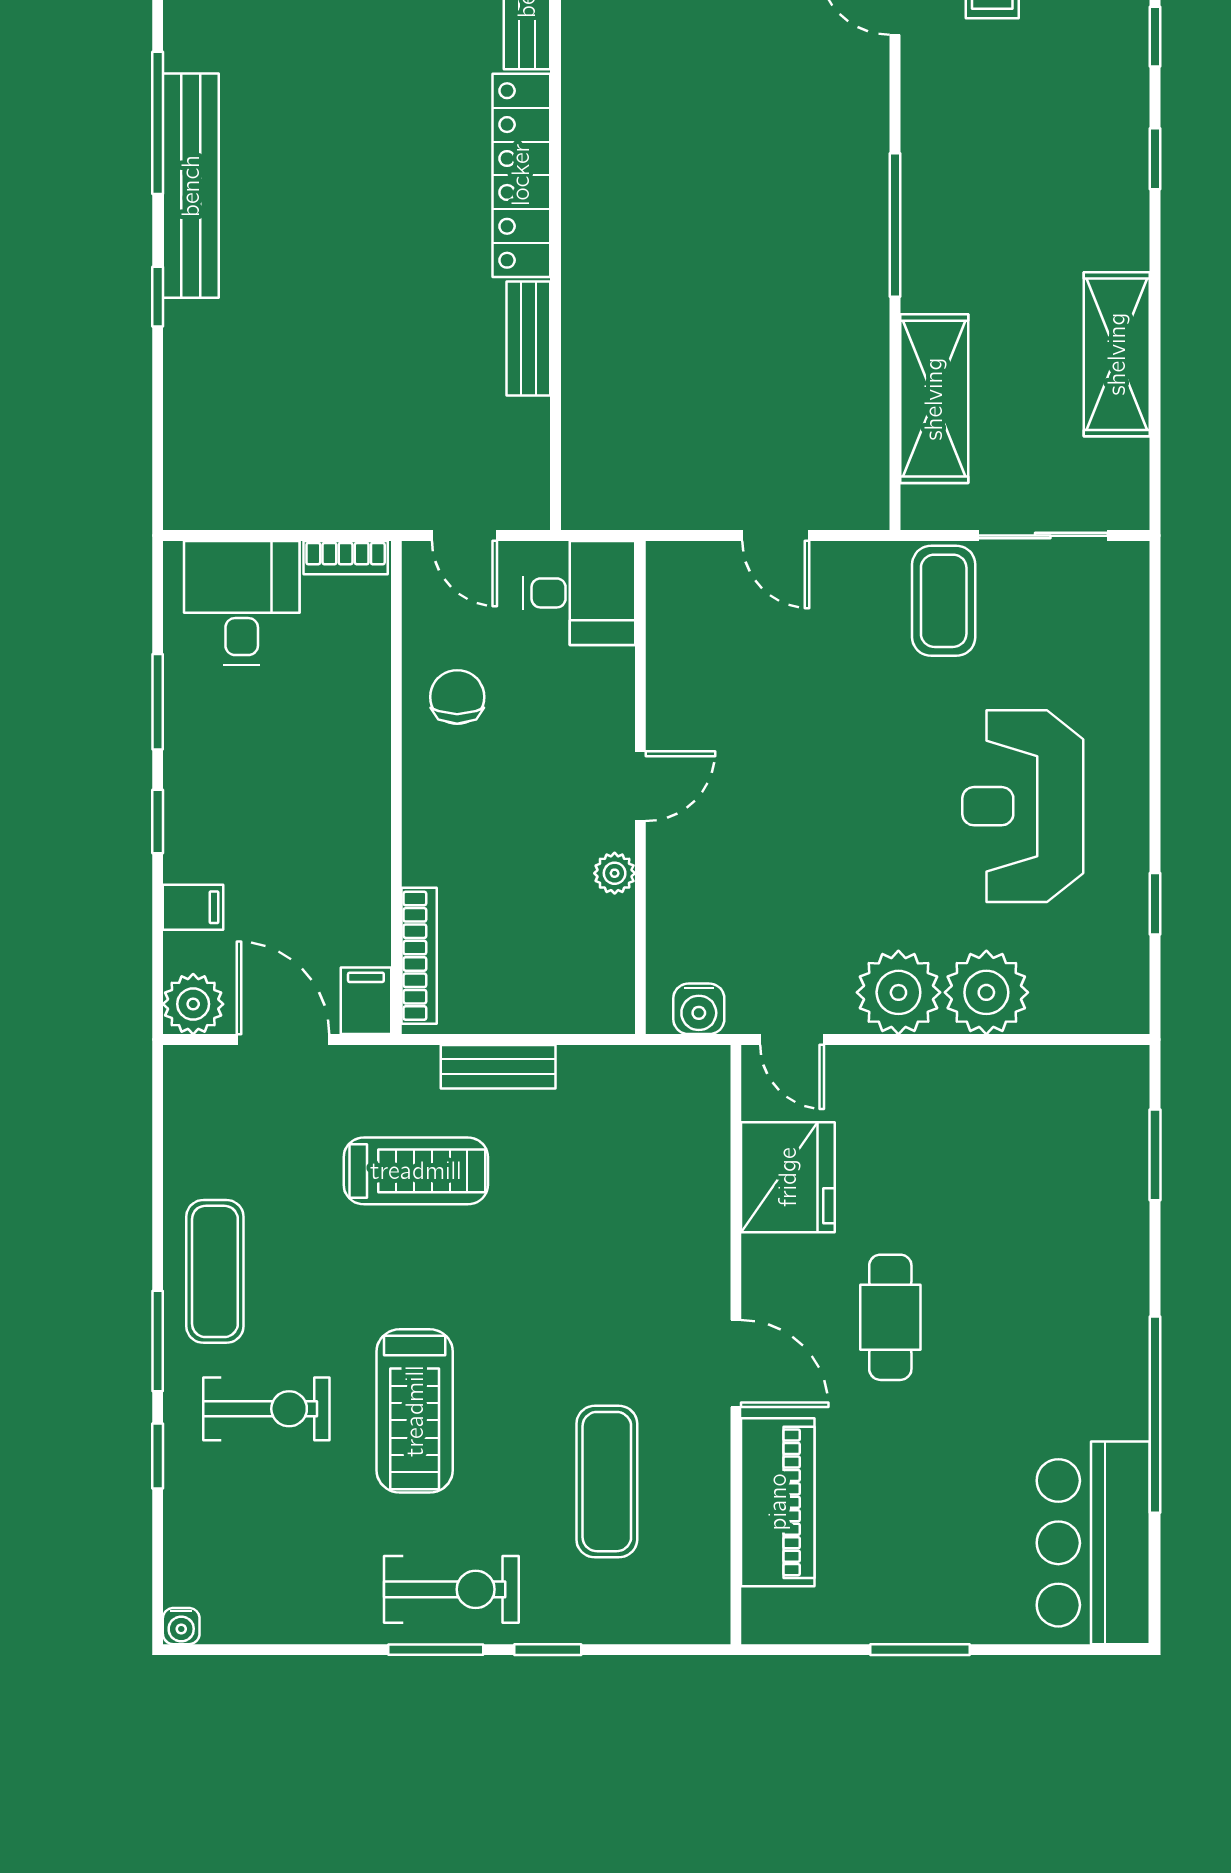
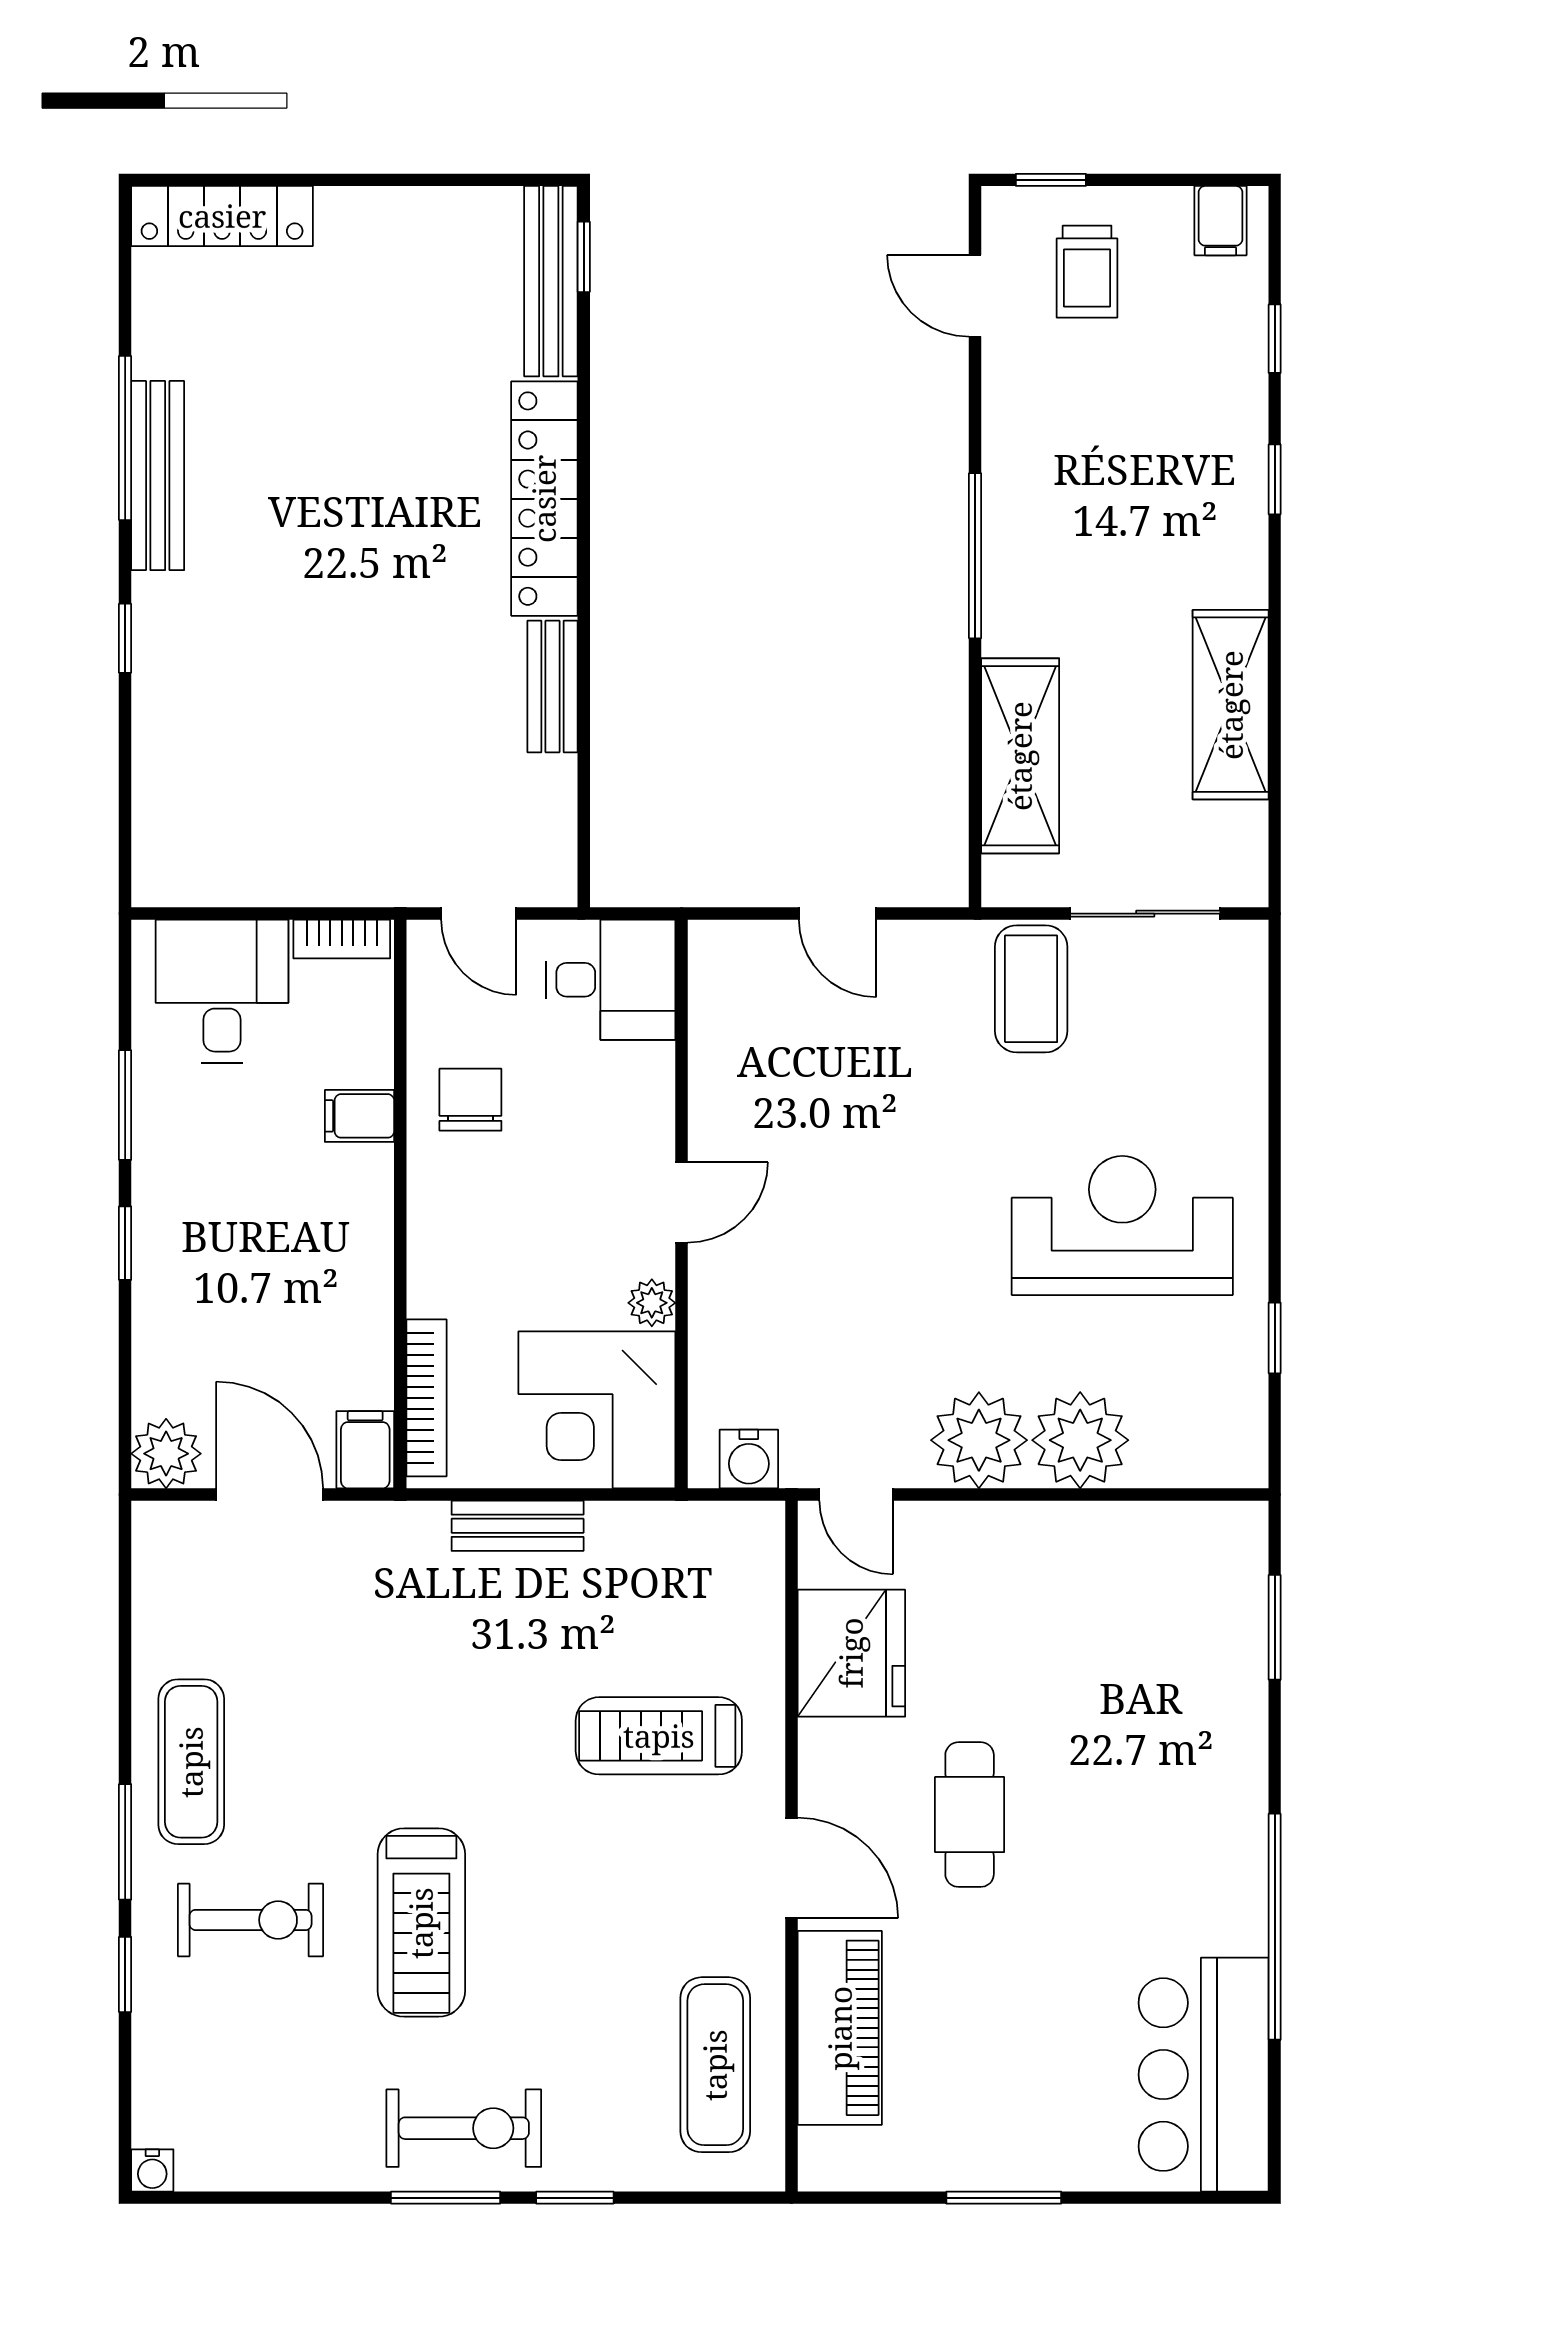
bench: (191, 186) -> (158, 476), width x0.73, depth x0.82
reception desk: (1023, 806) -> (1122, 1225), turned 90
filing cabinet: (193, 907) -> (360, 1116), moved, turned 180
corner desk: (567, 966) -> (597, 1410), added
treadmill: (416, 1171) -> (659, 1736), moved, turned 180
exercise mat: (607, 1482) -> (715, 2065), moved

